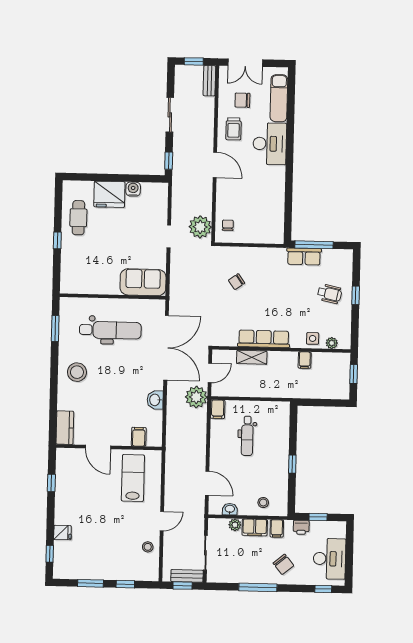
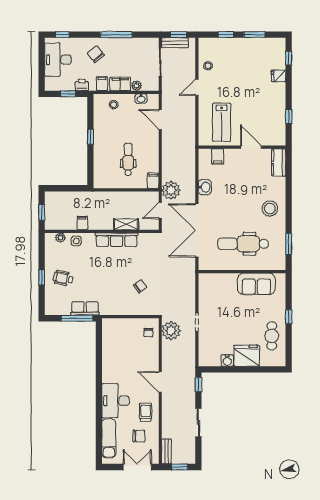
sofa: (143, 282) -> (256, 284), moved

